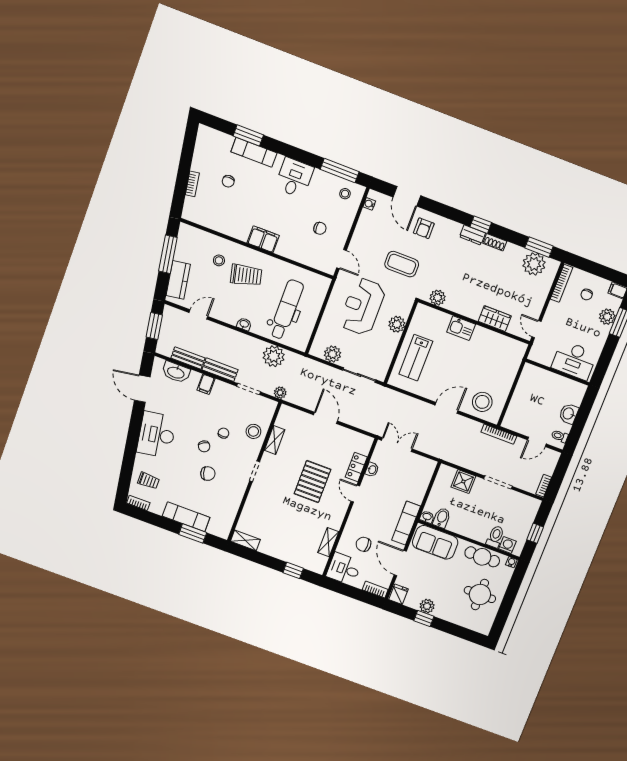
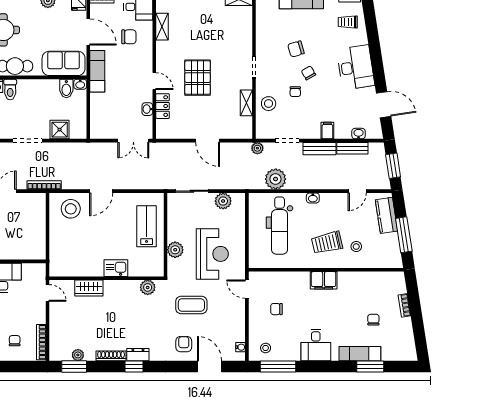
shoe rack: (495, 242) -> (111, 356), width x1.43
plant: (534, 264) -> (78, 355), width x0.53, depth x0.53
washbasin: (176, 372) -> (359, 134), width x0.52, depth x0.69

